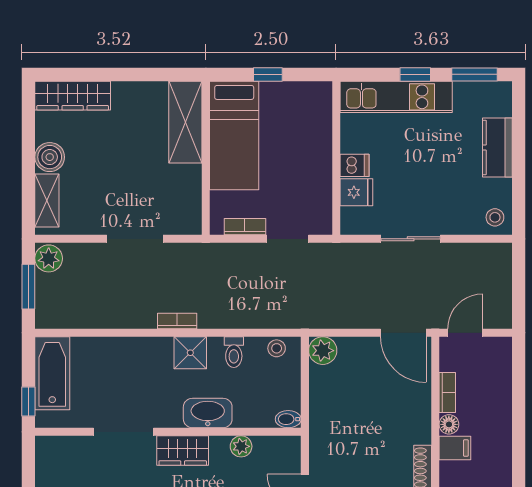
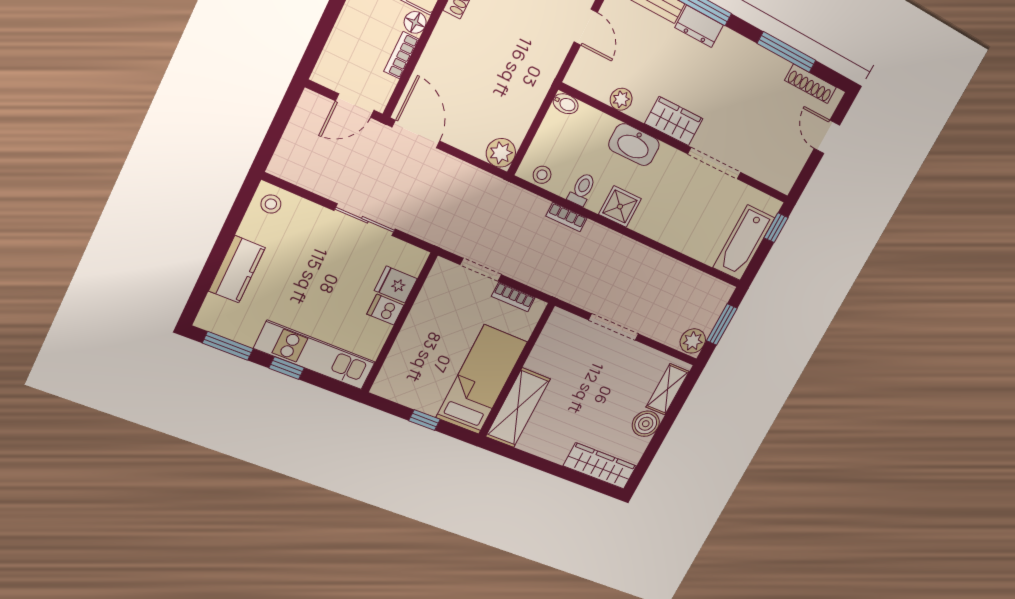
bookcase: (177, 321) -> (566, 217), moved

